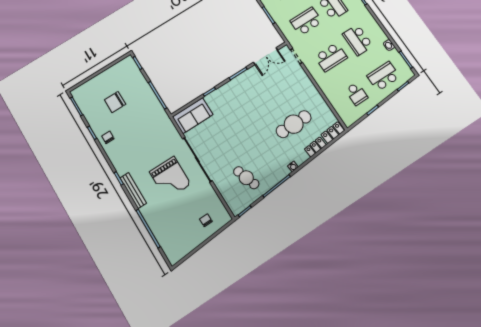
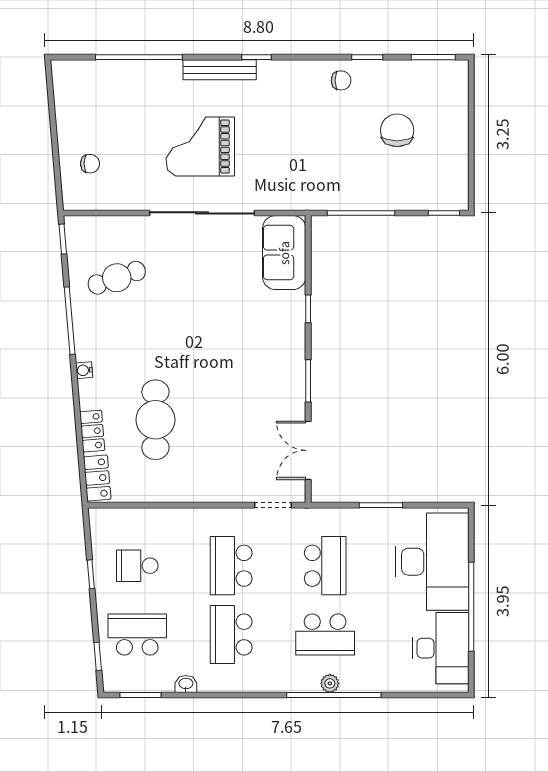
school desk: (358, 40) -> (231, 635), turned -90
school desk: (383, 76) -> (137, 635), turned -90

